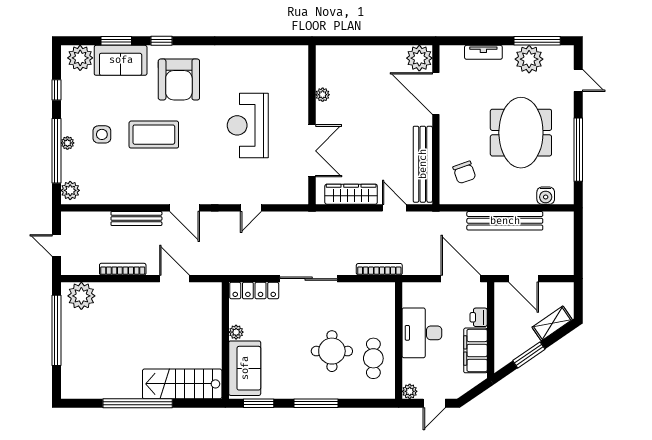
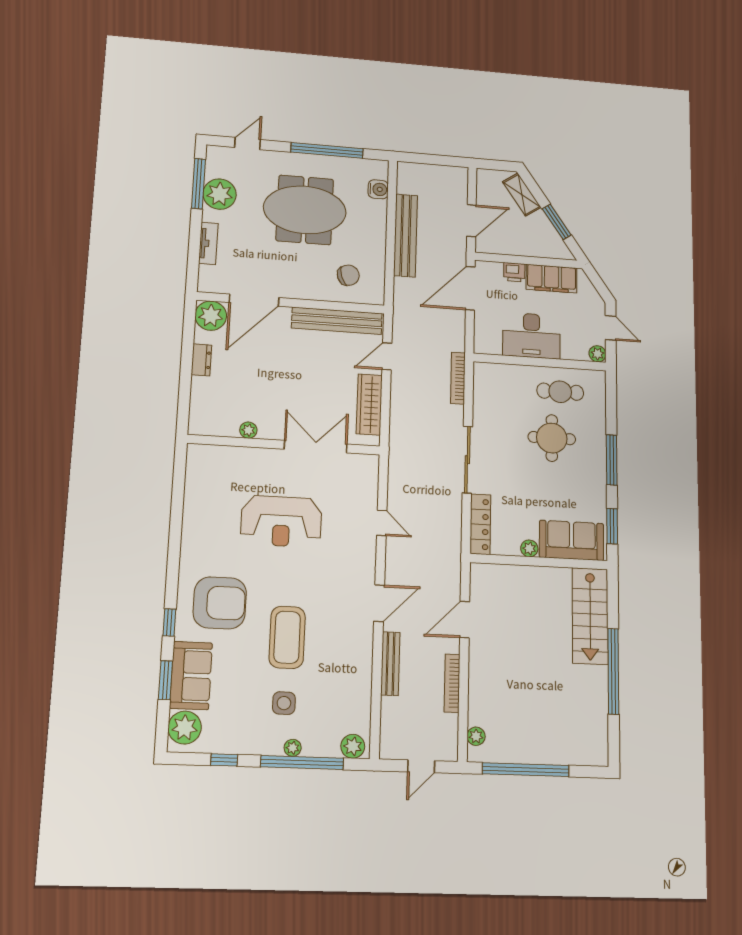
dresser: (380, 53) -> (201, 360), added
plant: (81, 296) -> (476, 736), width x0.53, depth x0.53

